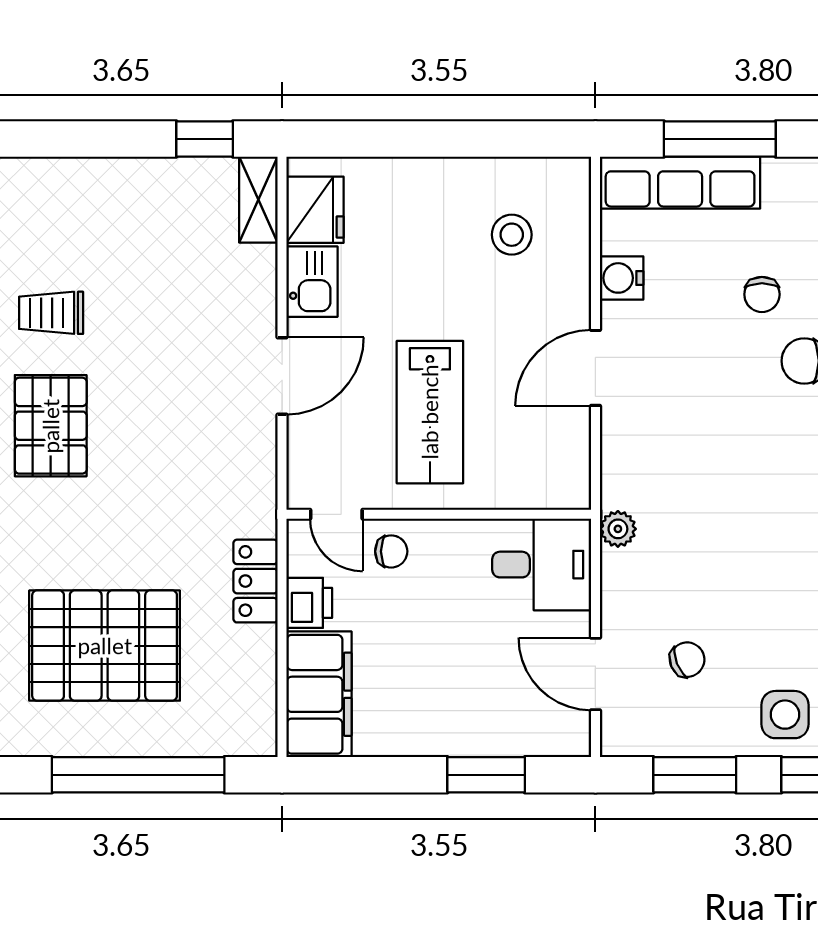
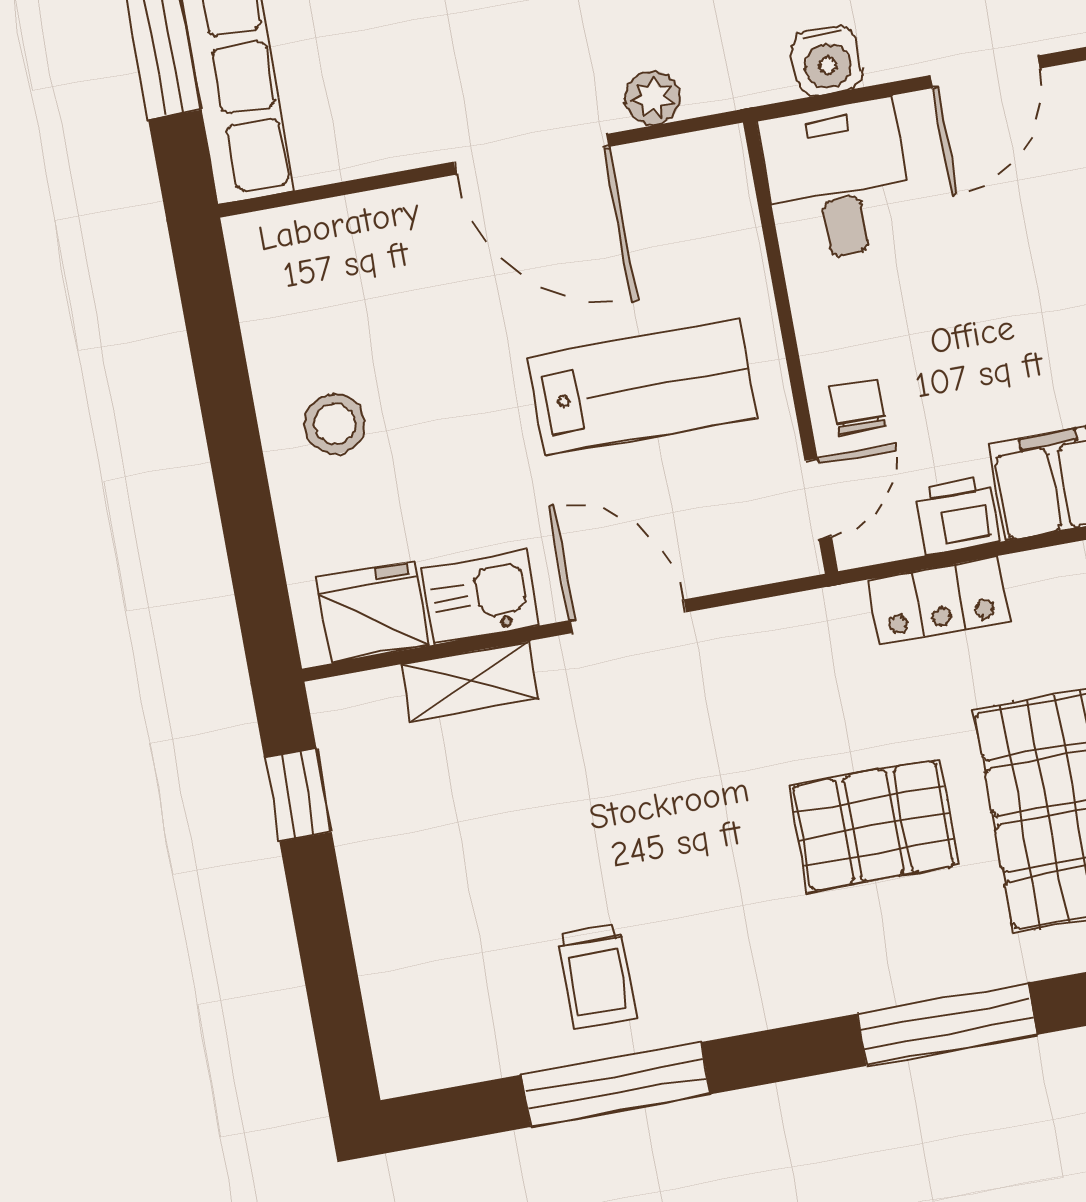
shelving: (258, 200) -> (470, 681), moved
stool: (512, 235) -> (335, 424), moved
water cooler: (622, 278) -> (827, 61), moved
door: (595, 368) -> (532, 154), width x1.36
pallet: (51, 426) -> (873, 826), moved
plant: (618, 529) -> (653, 98), moved

